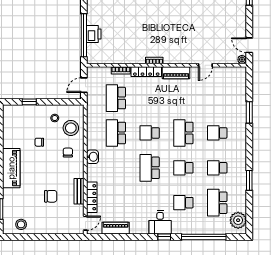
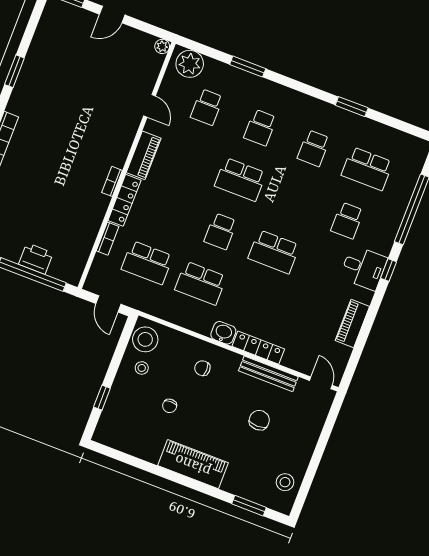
door: (249, 45) -> (112, 15), moved
stool: (71, 128) -> (145, 339), moved
school desk: (183, 168) -> (207, 107), moved
bench: (79, 191) -> (268, 374), width x1.36
locker: (92, 197) -> (258, 348), moved
plant: (238, 220) -> (190, 64), moved
piano: (116, 228) -> (352, 323), moved

